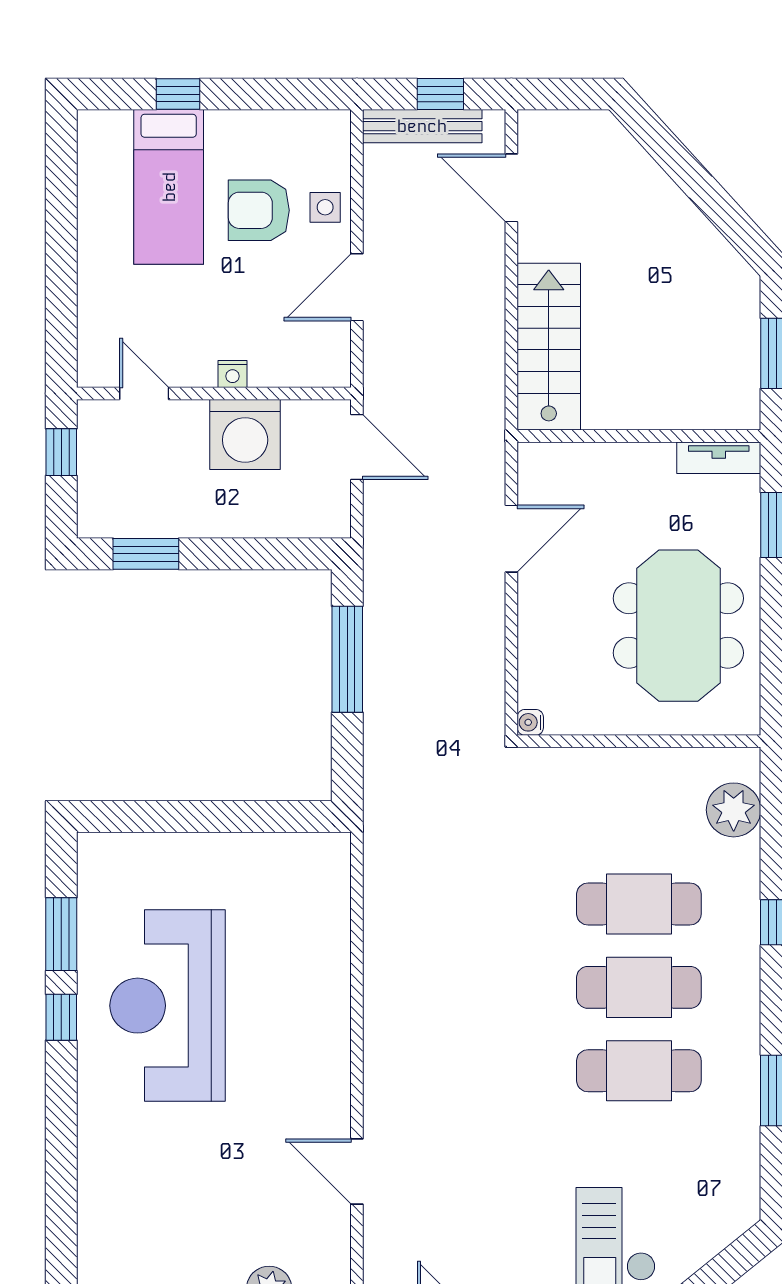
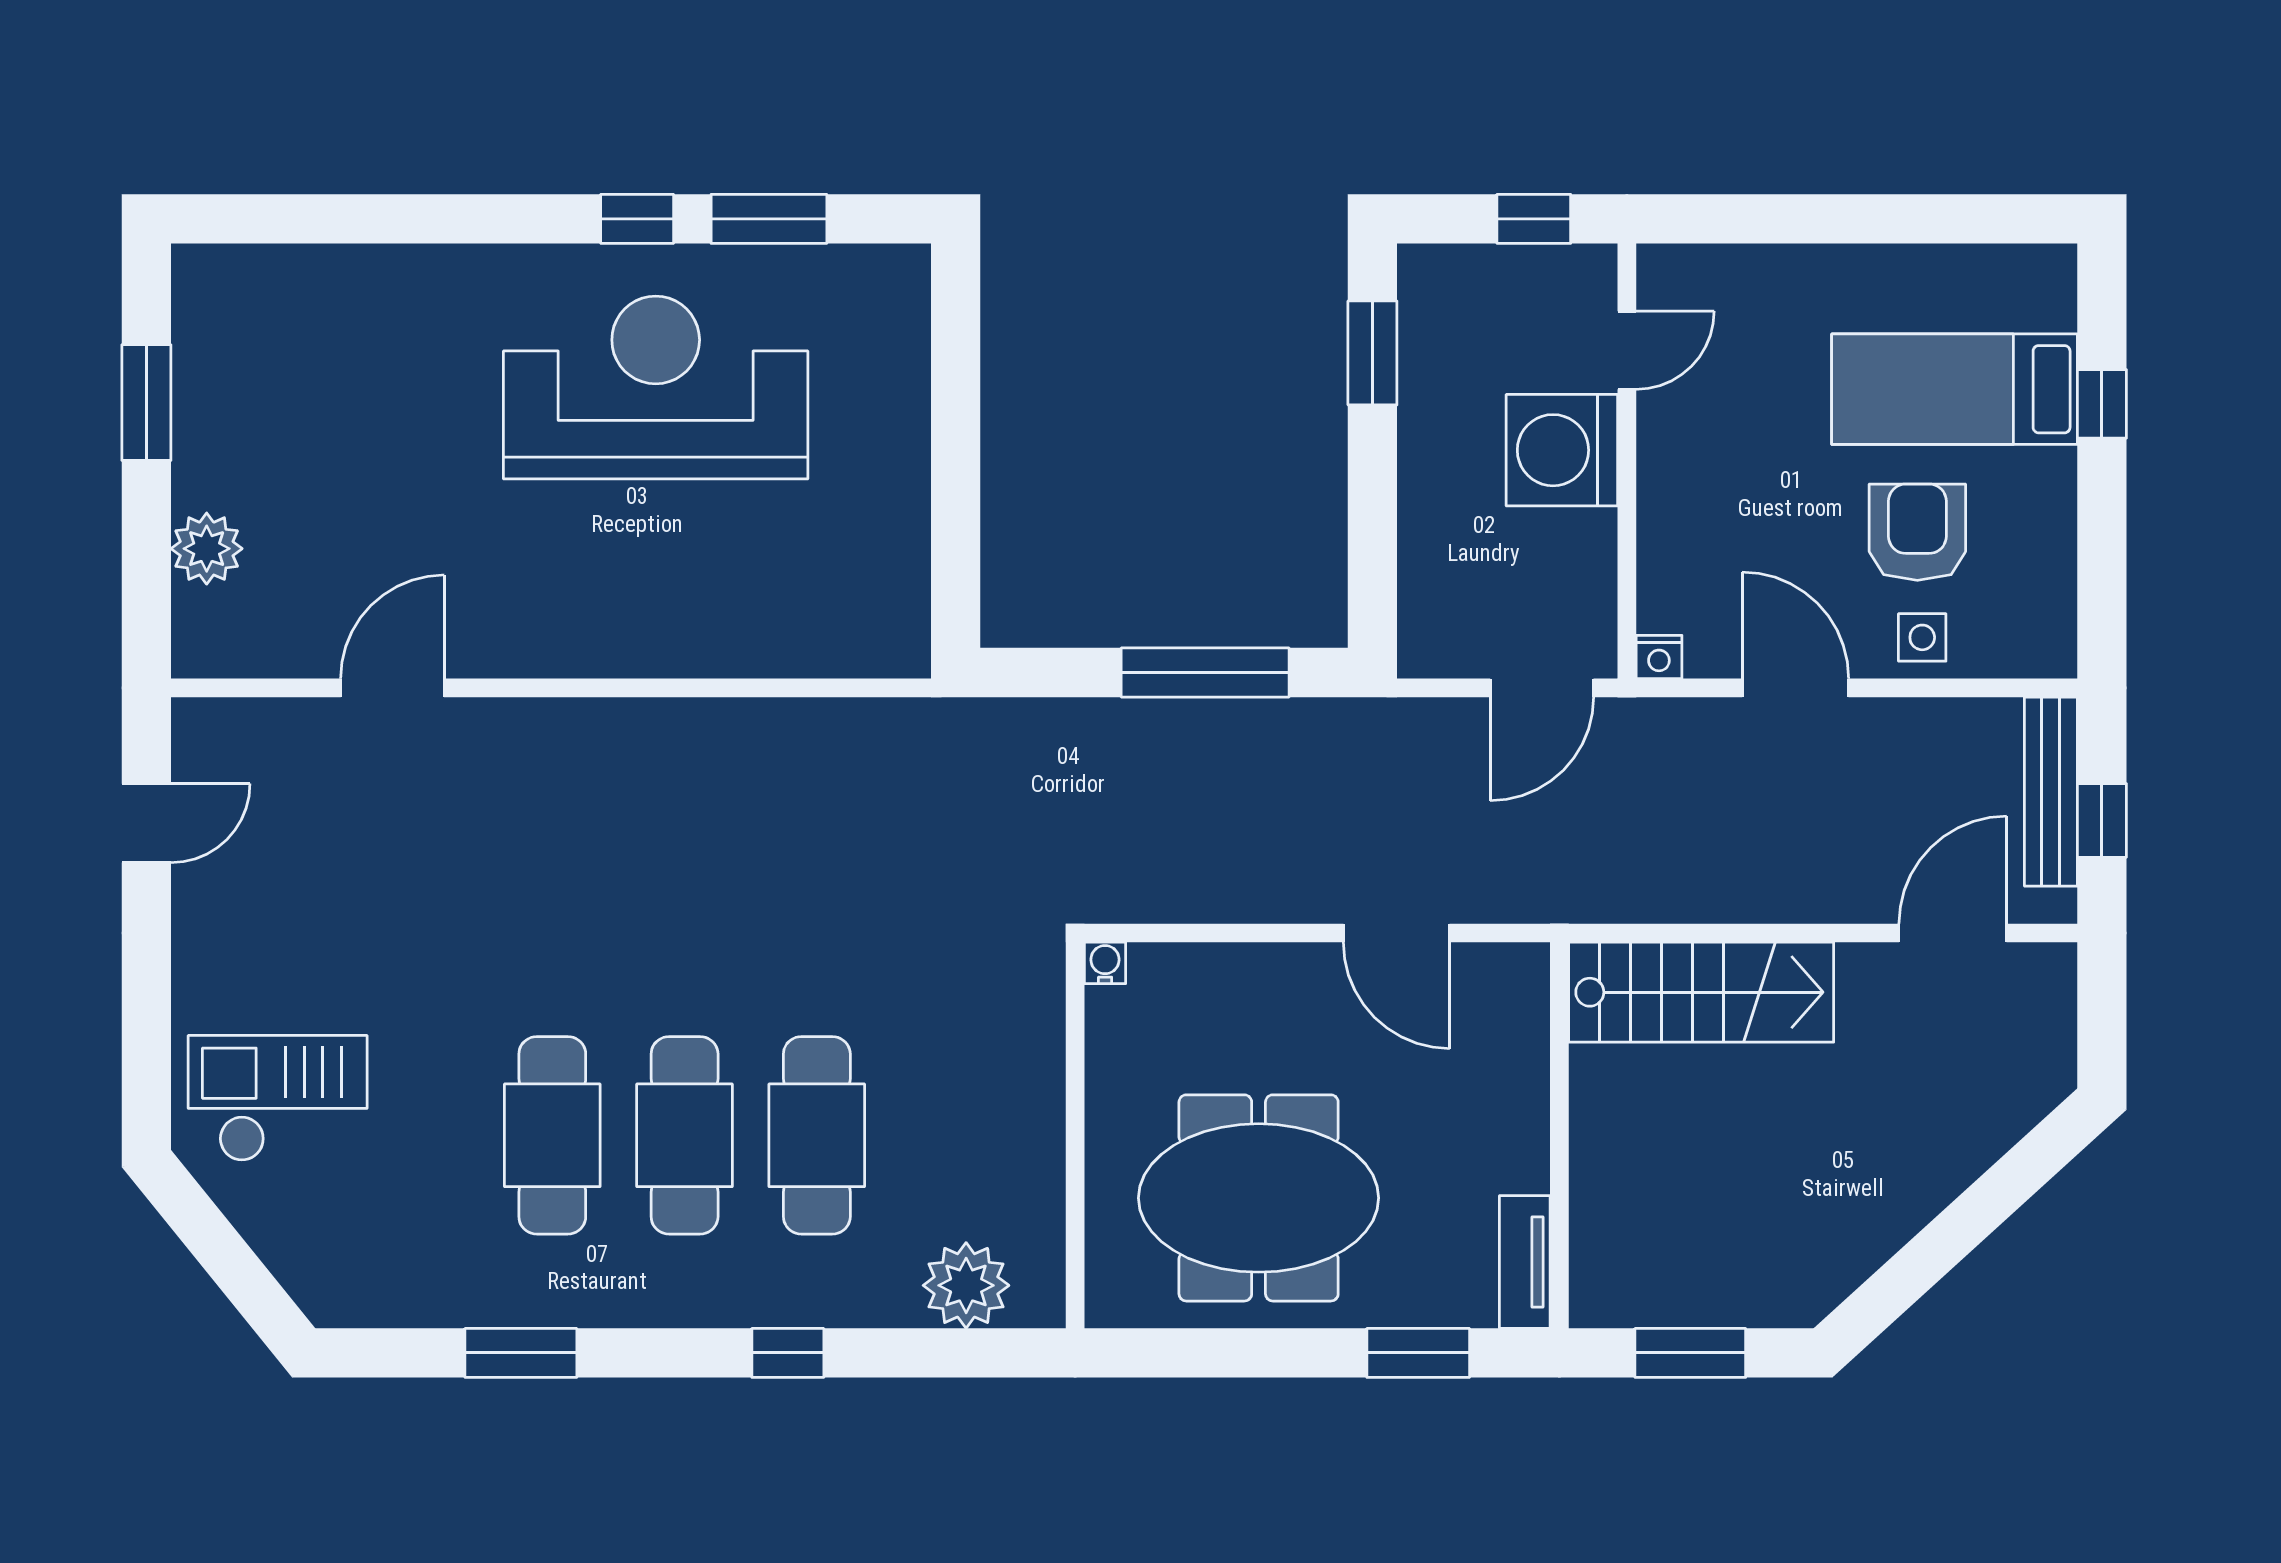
nightstand: (232, 374) -> (1659, 657), moved, turned -90
washing machine: (245, 434) -> (1562, 450), moved

